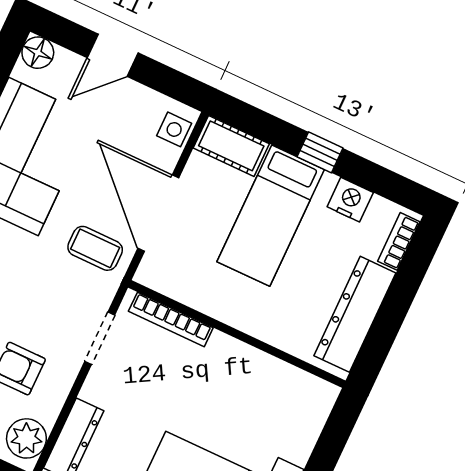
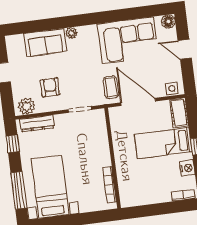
door: (158, 213) -> (138, 102), hinge flipped
dresser: (355, 314) -> (147, 196), removed
bookcase: (171, 319) -> (110, 185), moved

